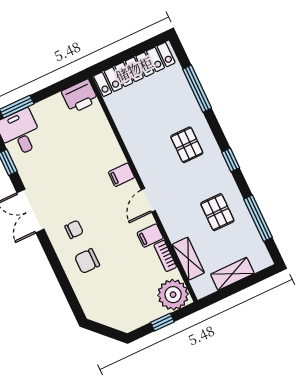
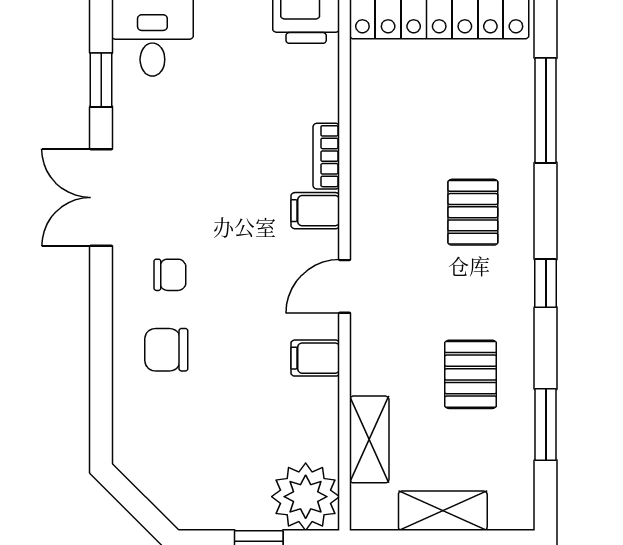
window: (258, 218) -> (546, 425), width x0.69
bookcase: (165, 256) -> (326, 156), moved

